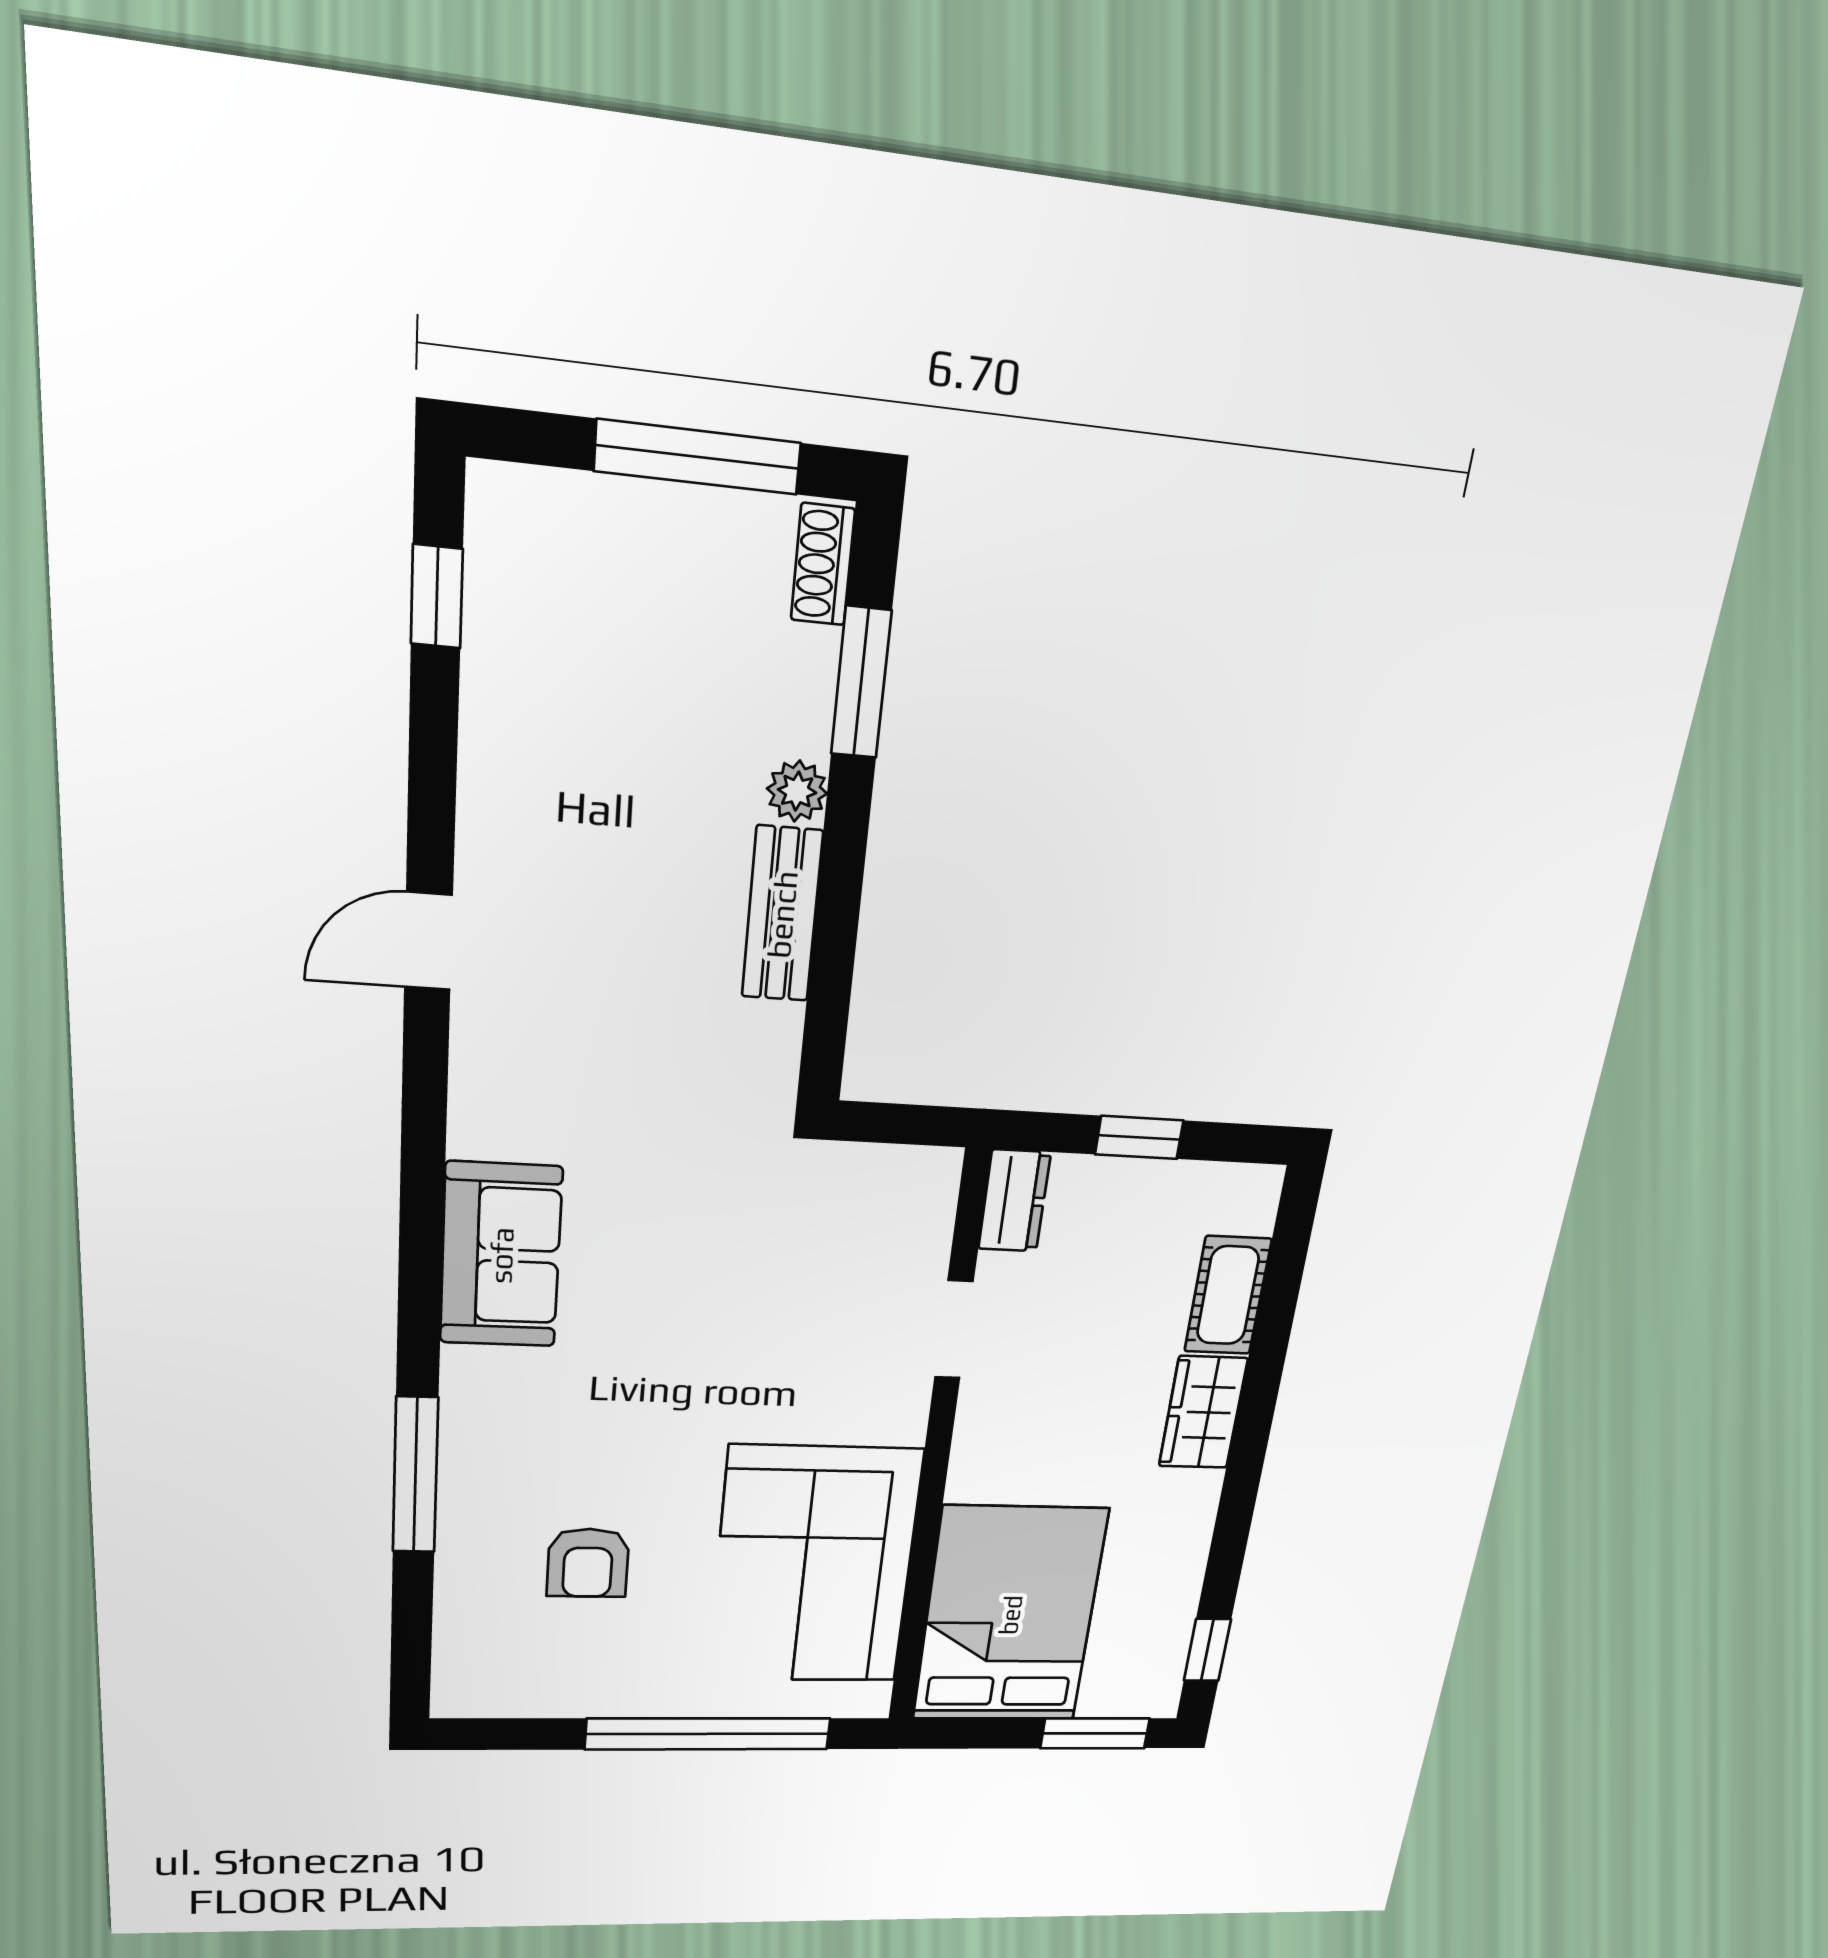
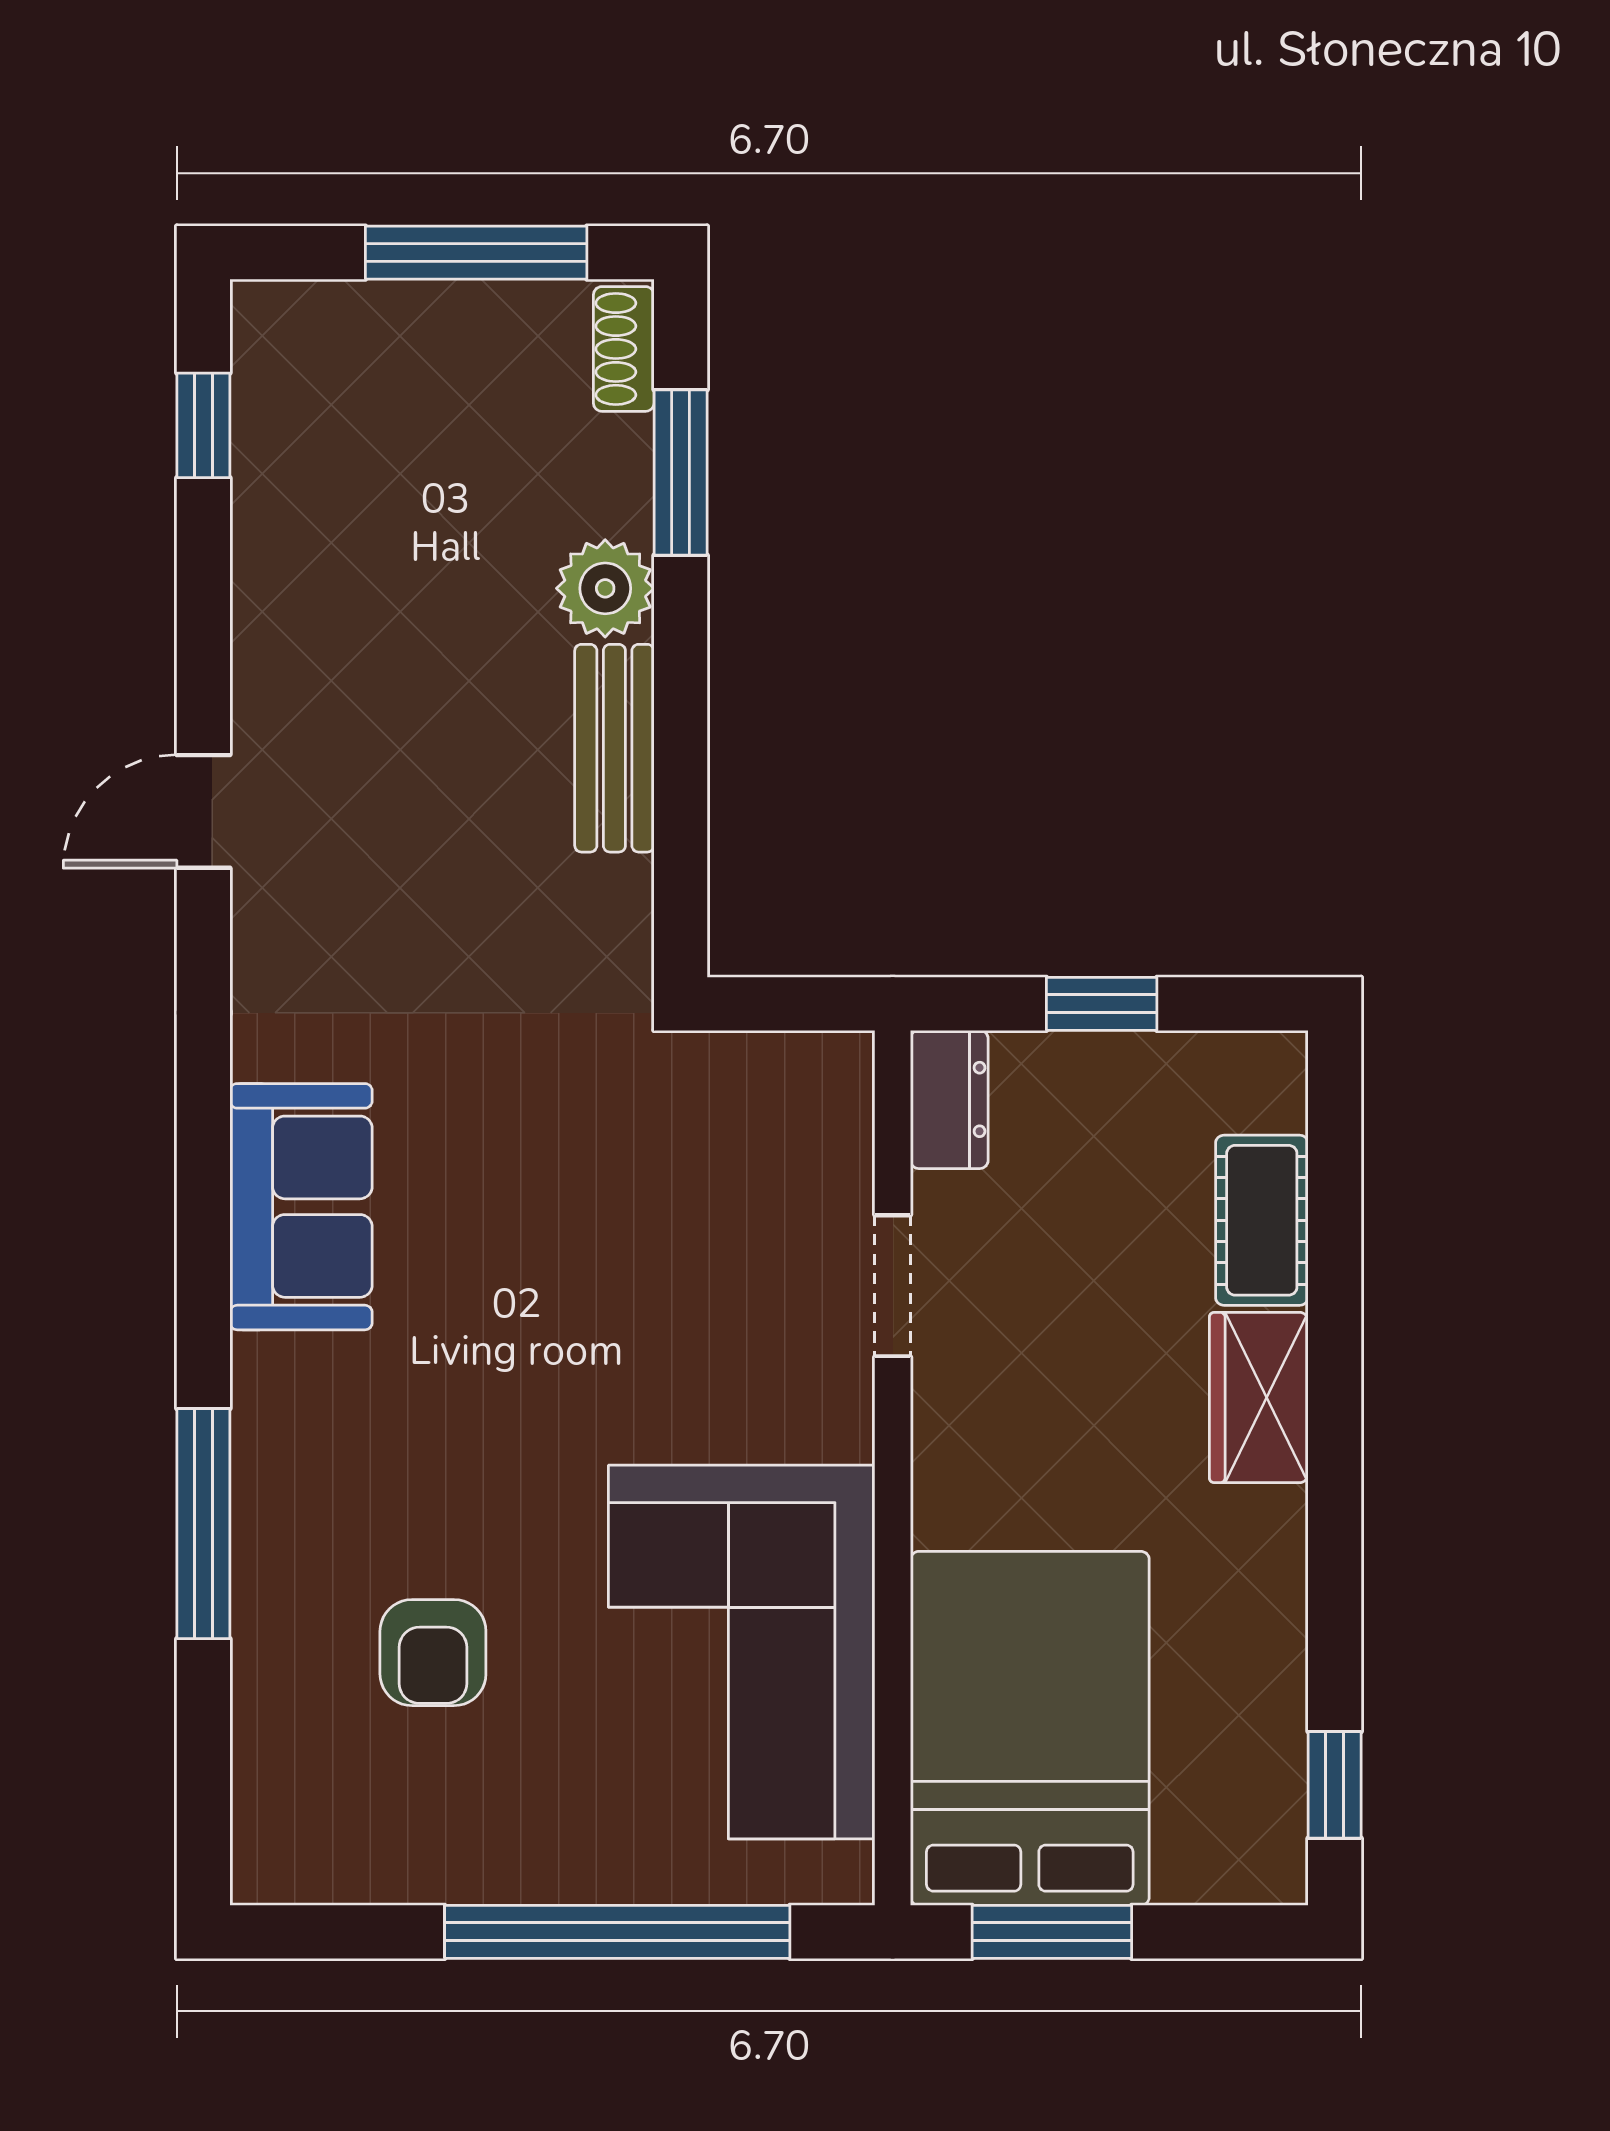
plant: (797, 791) -> (605, 588), width x1.38, depth x1.38
window: (1095, 1733) -> (1052, 1932), moved

